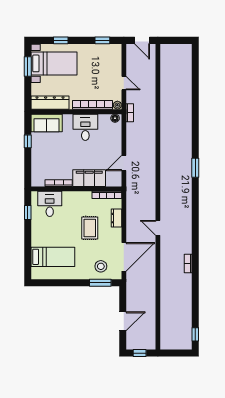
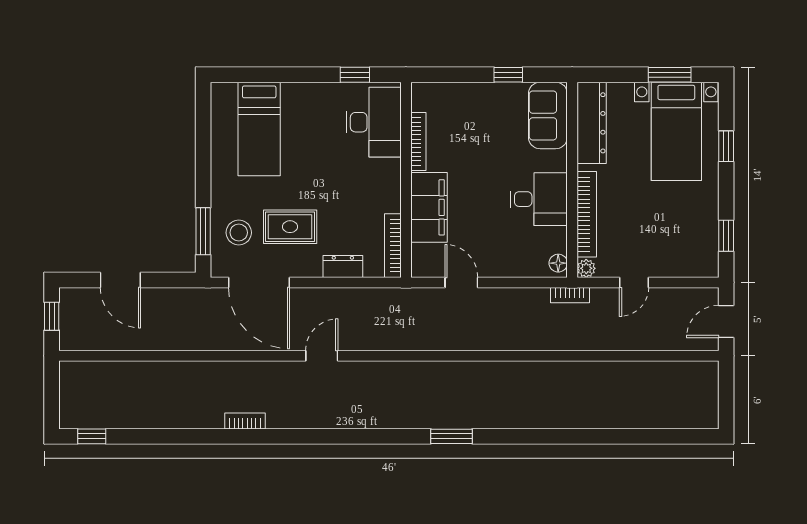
desk: (50, 204) -> (374, 122), width x1.37
rug: (90, 228) -> (290, 227), moved

